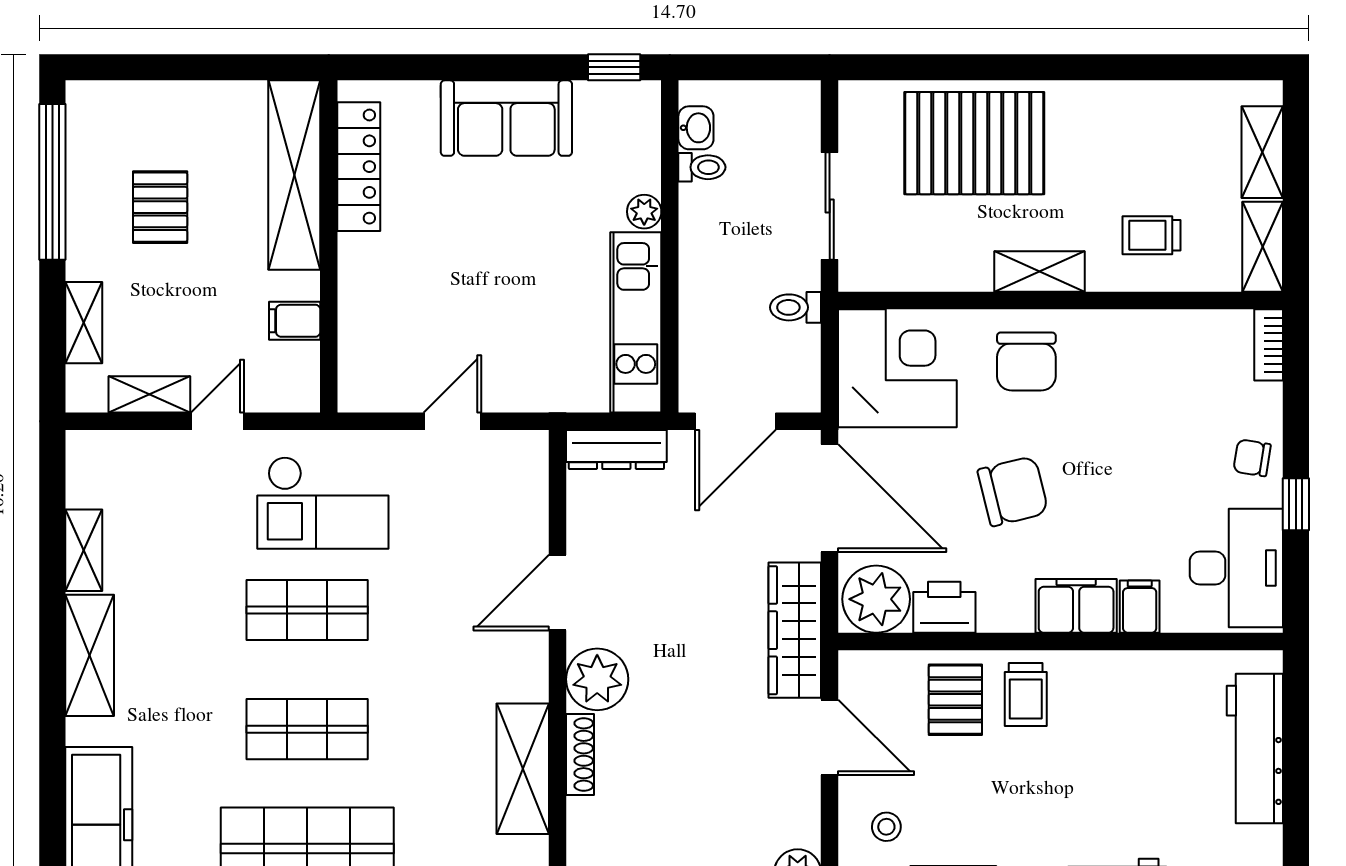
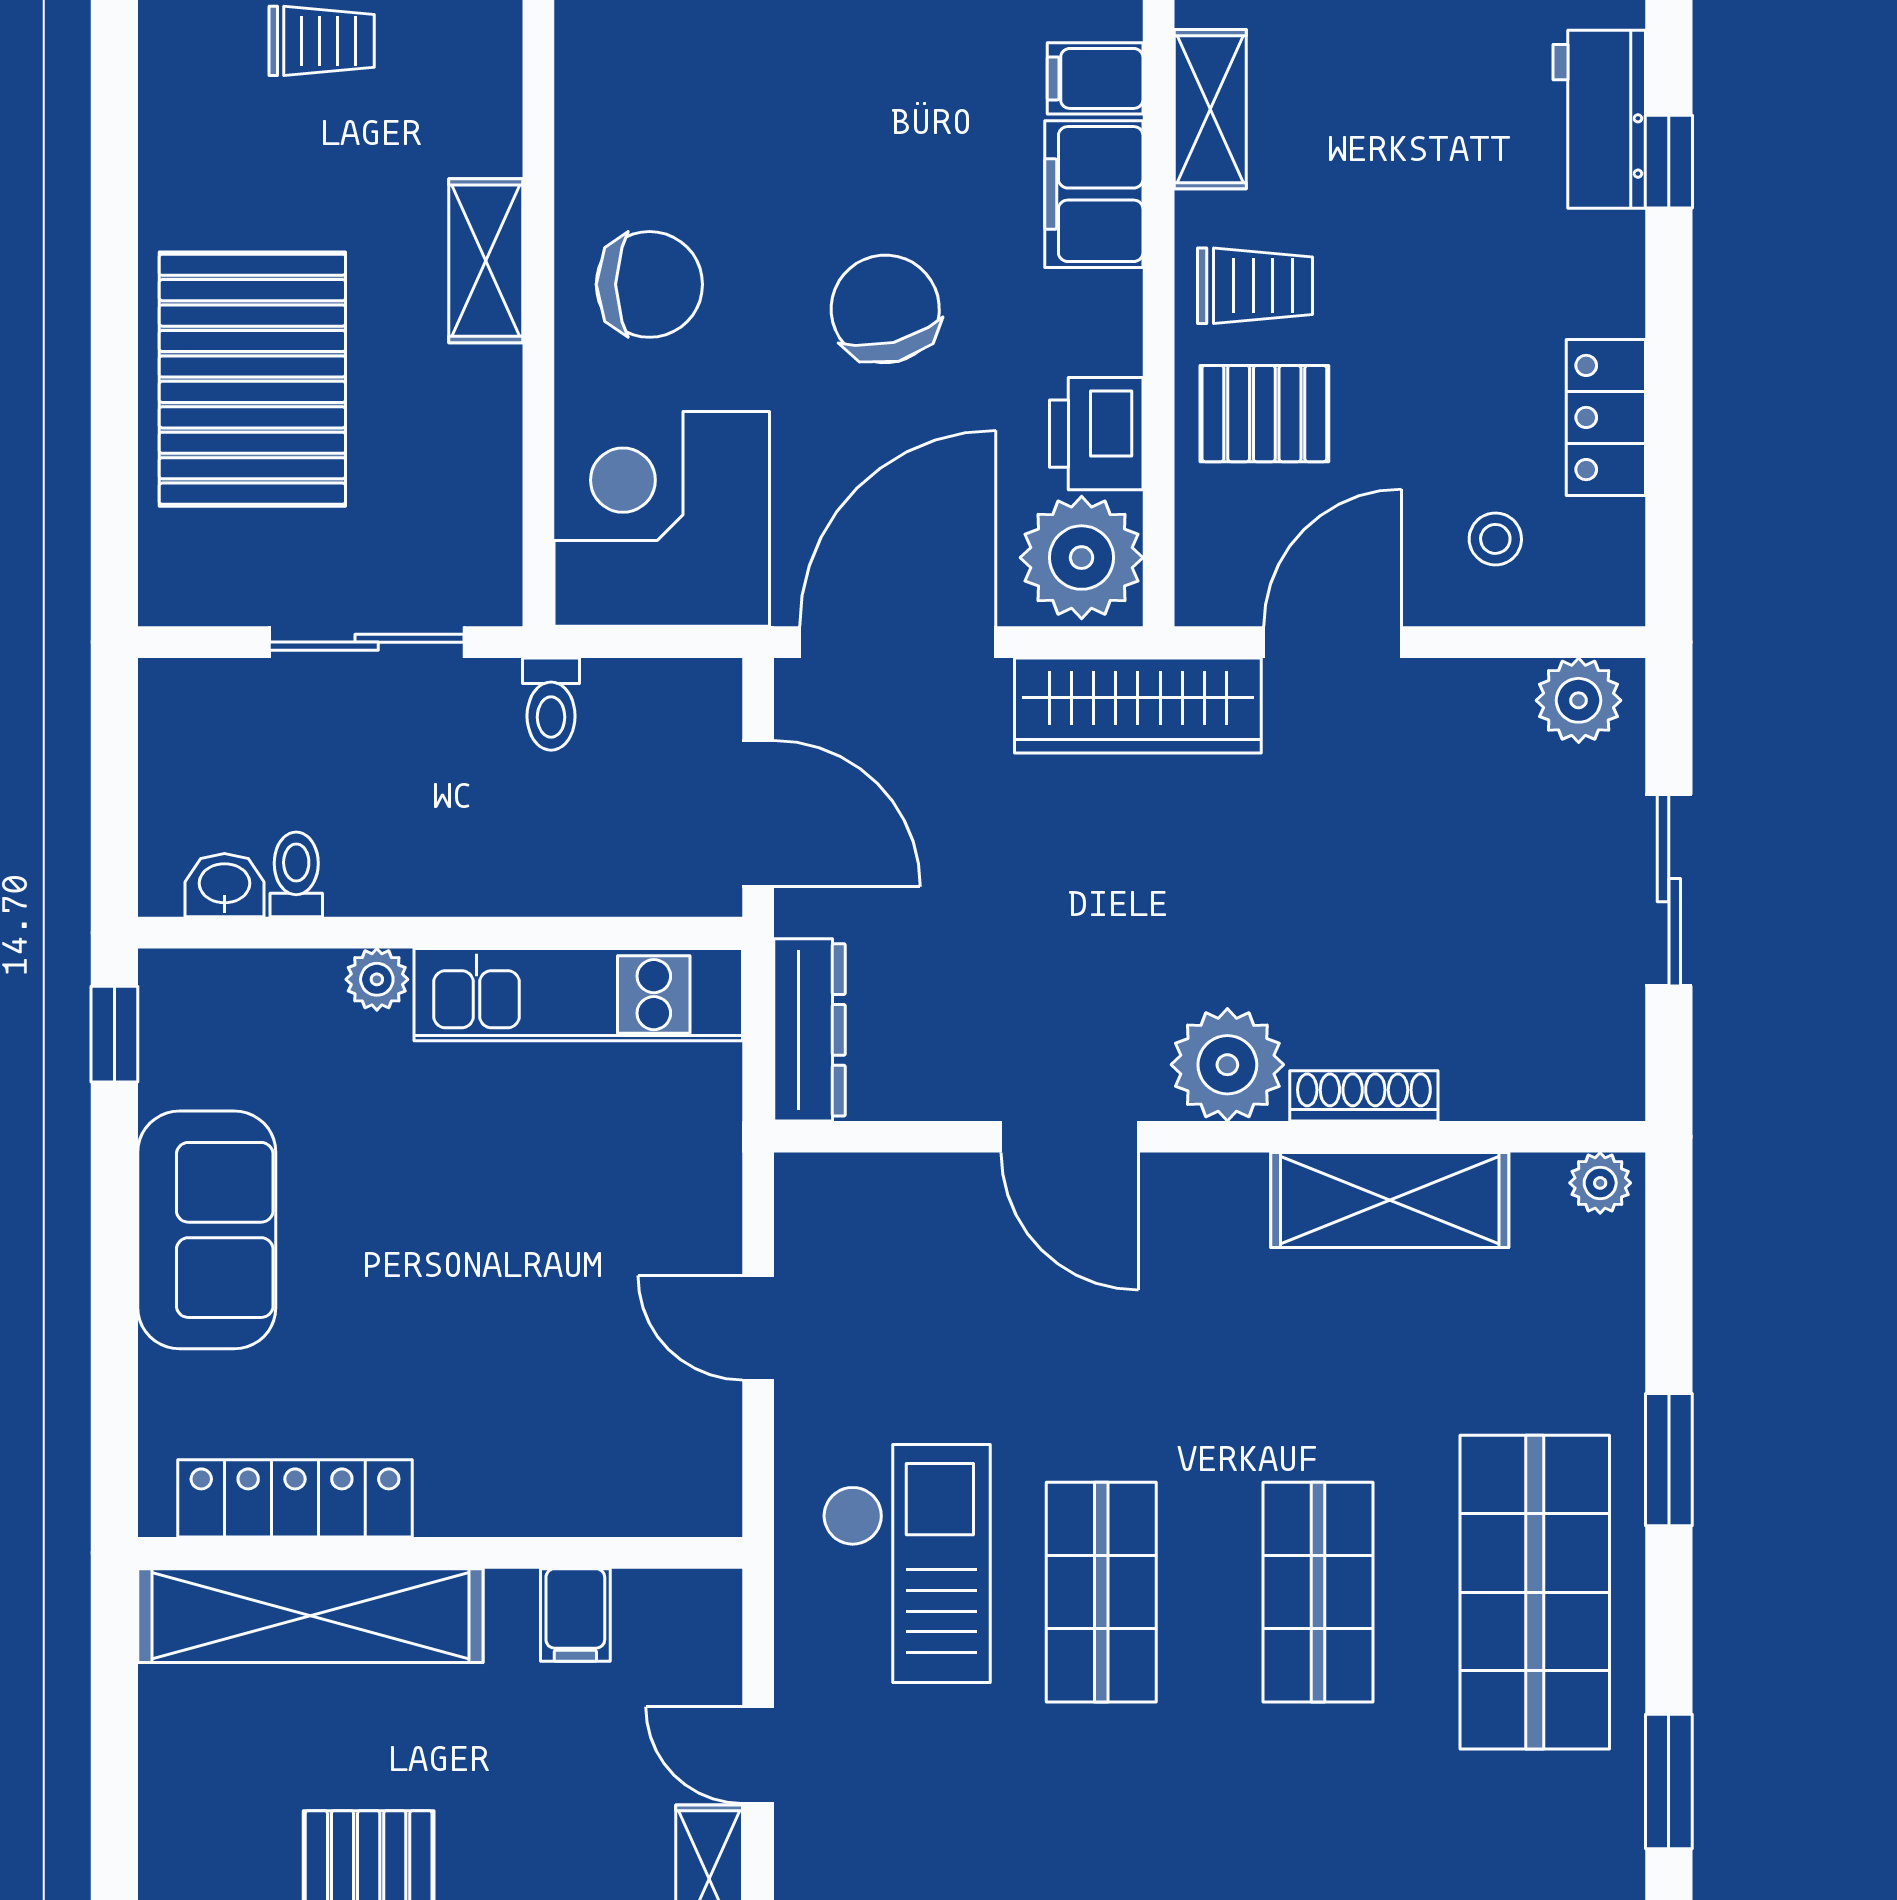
trolley: (1151, 235) -> (322, 41), moved, turned -90
shelving: (1123, 670) -> (1210, 109), added

